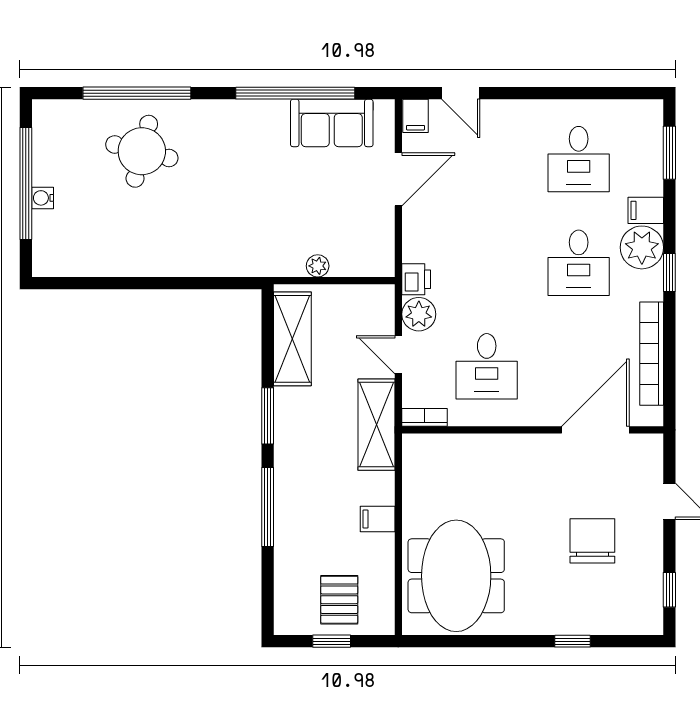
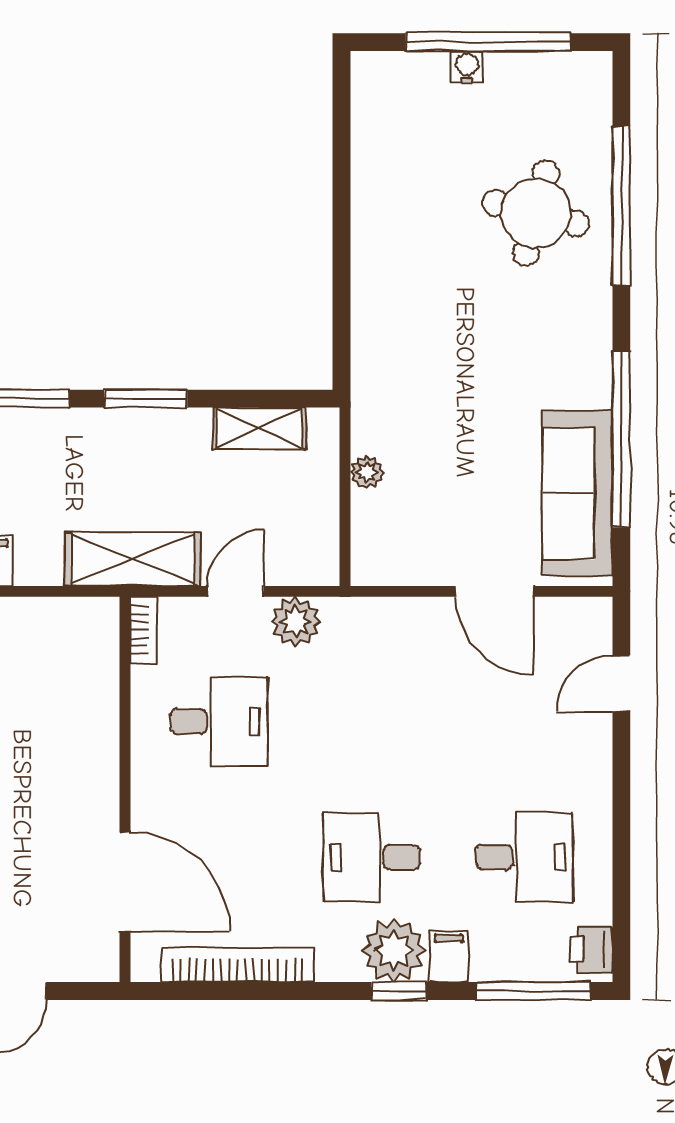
filing cabinet: (416, 116) -> (588, 617), removed
sofa: (332, 123) -> (577, 493), width x1.36
window: (669, 153) -> (534, 991), width x1.44
desk: (579, 159) -> (524, 857), turned 180
window: (669, 272) -> (399, 991), moved
printer: (416, 279) -> (592, 949), moved, turned 90
shelving: (292, 339) -> (259, 428), width x0.67, depth x0.75
desk: (487, 366) -> (219, 722), turned 180

